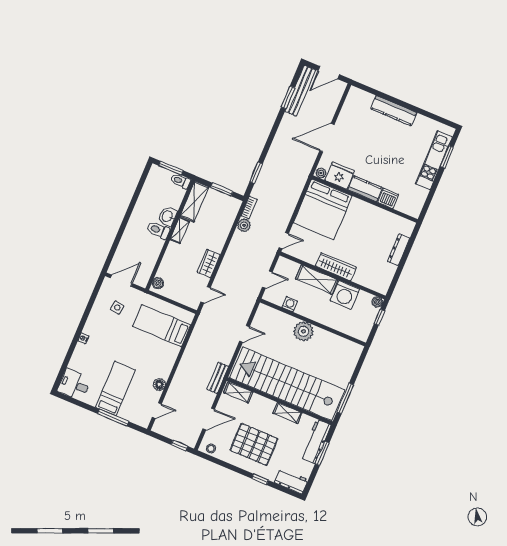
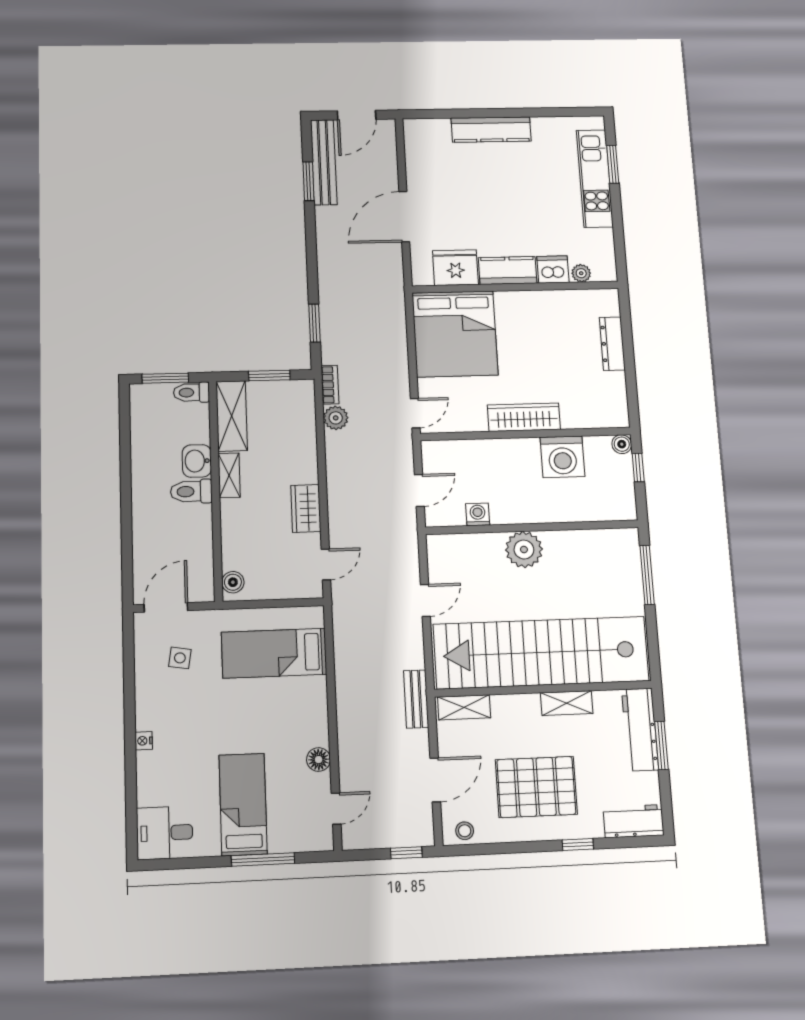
plant: (321, 173) -> (581, 273), moved
shelving: (317, 279) -> (503, 453), removed
window: (345, 398) -> (647, 575), moved

